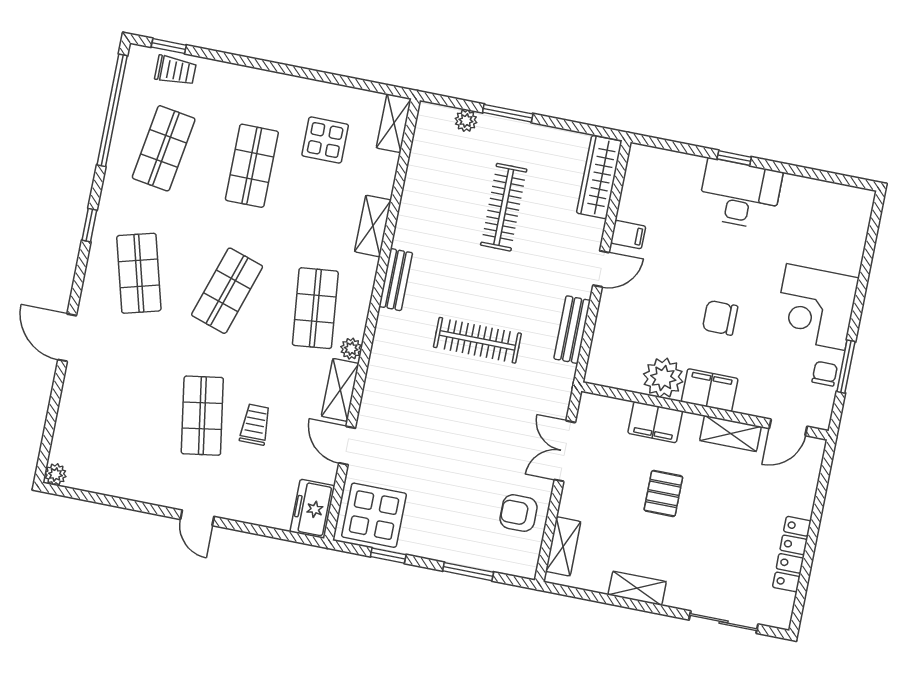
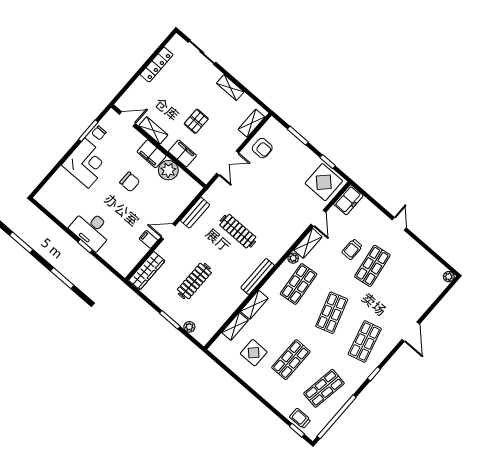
shelving: (394, 123) -> (235, 326), moved
bench: (396, 280) -> (258, 277), width x1.36
shop shelf: (227, 291) -> (332, 313), turned -36

